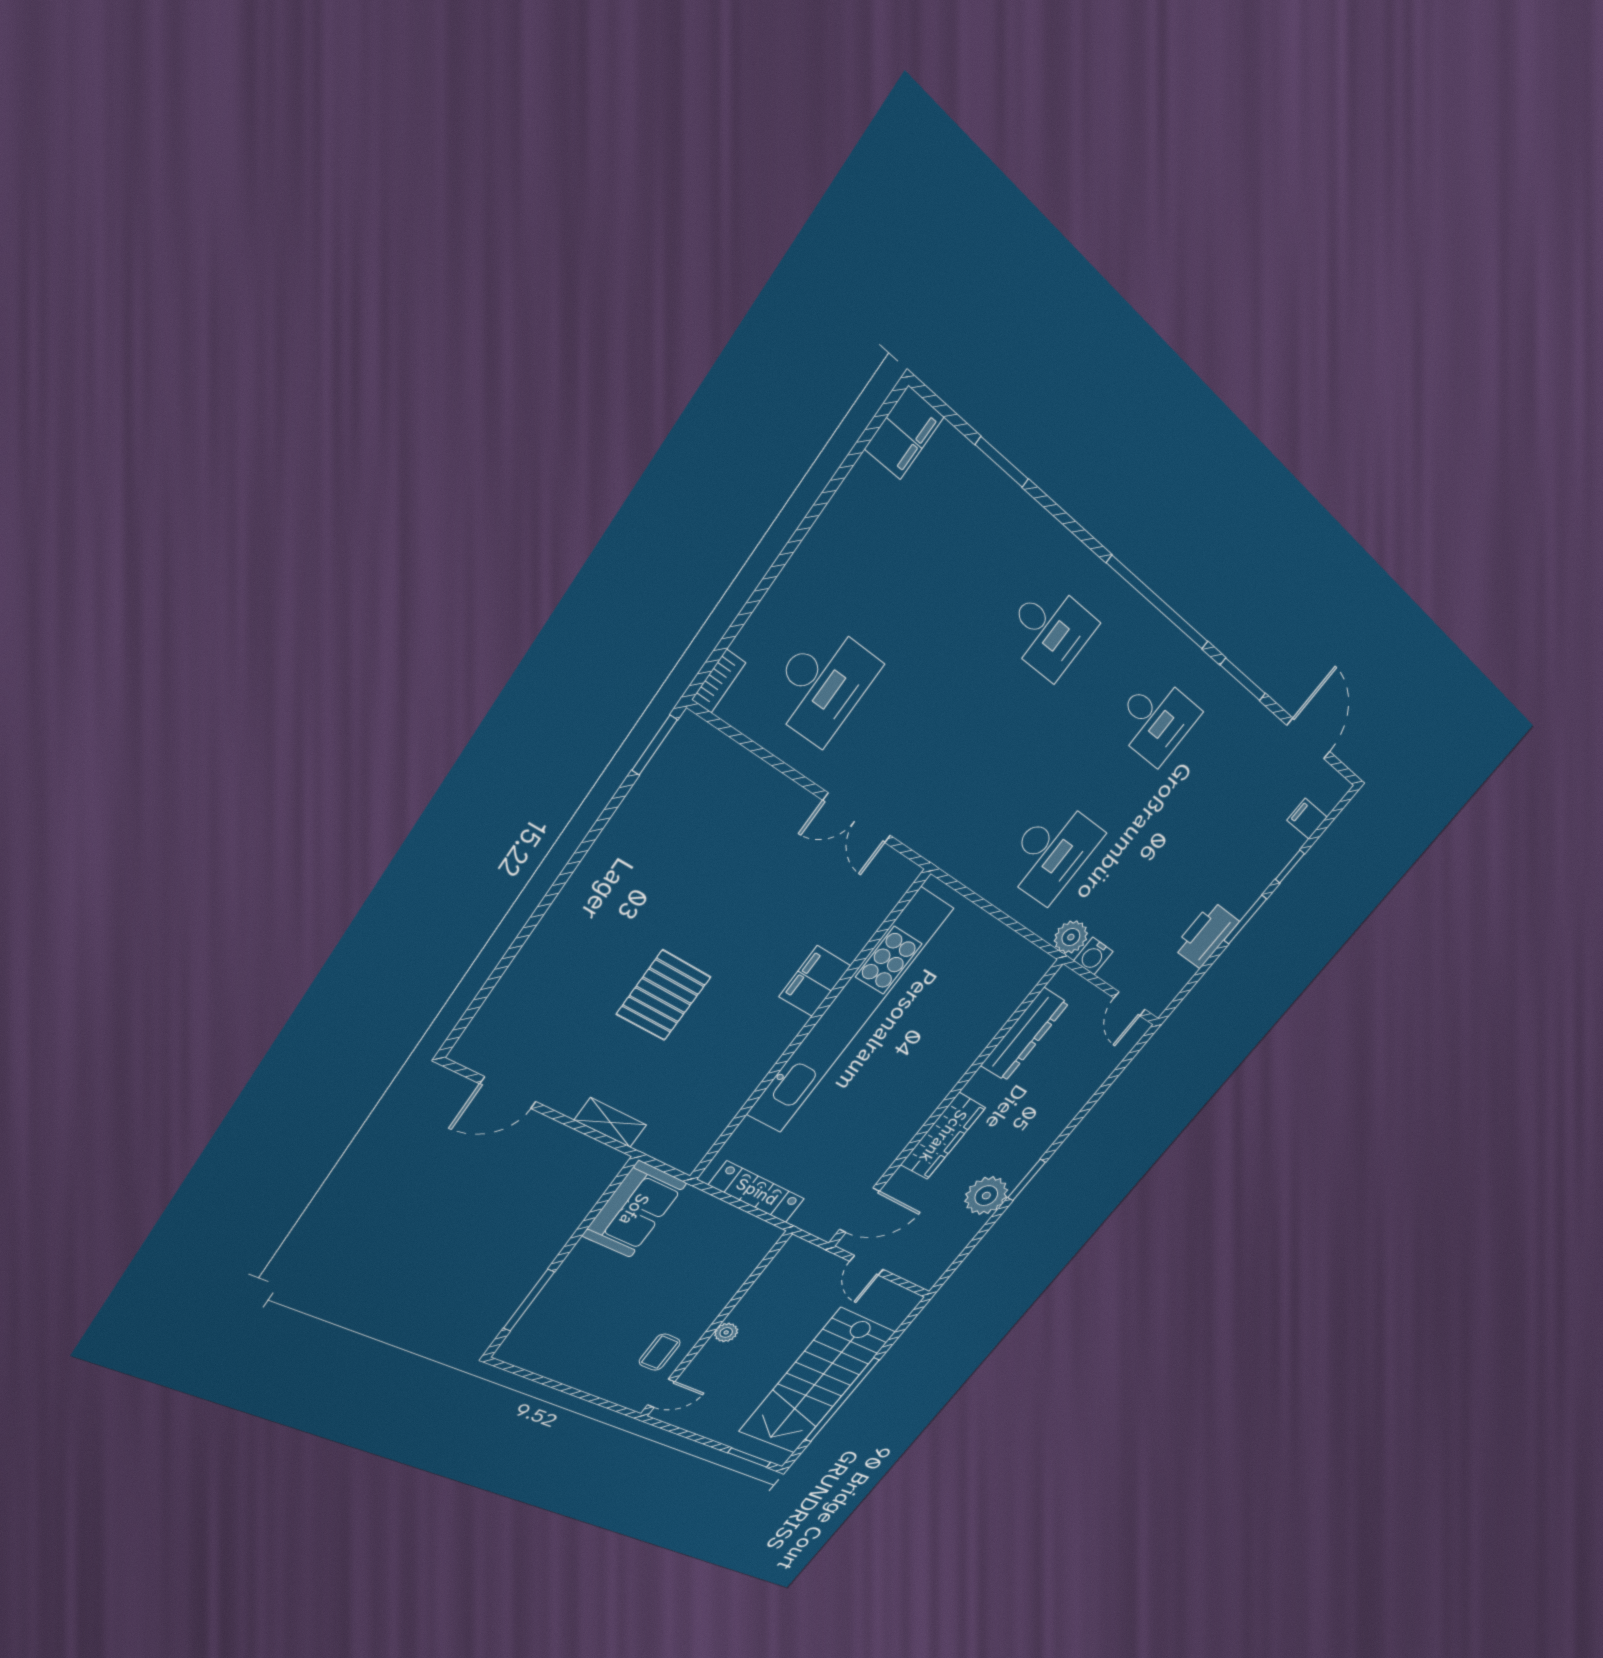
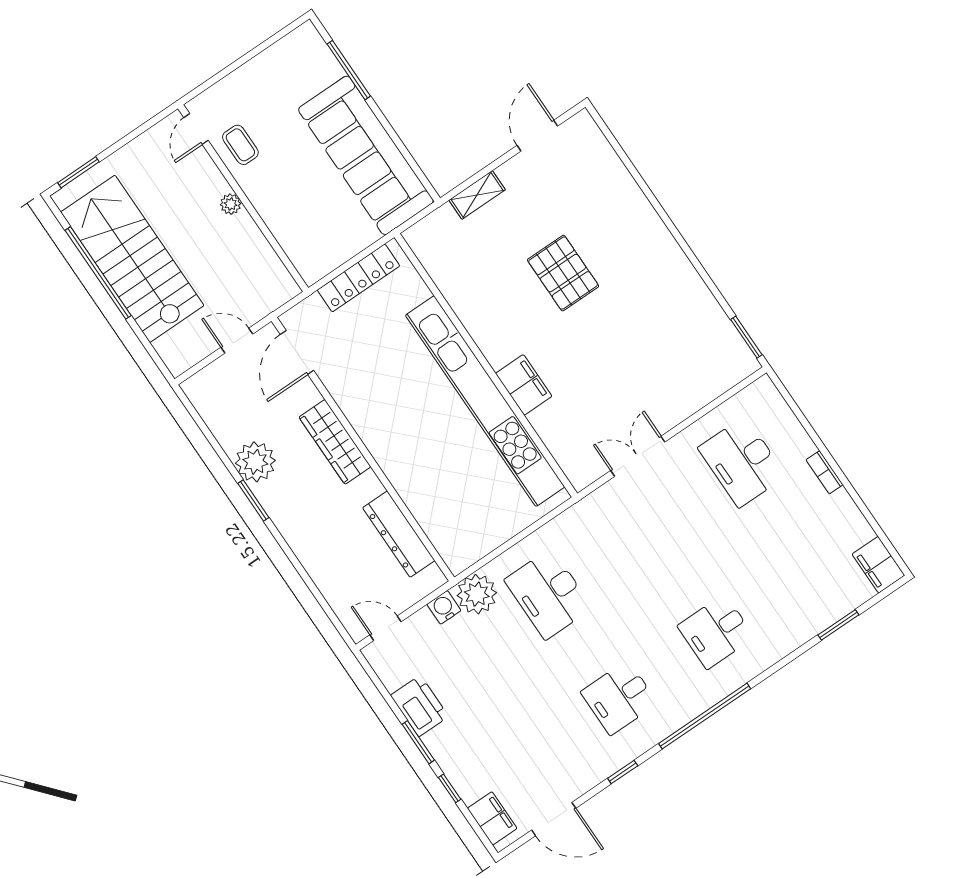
window: (1243, 679) -> (623, 772), width x0.67
bookcase: (719, 681) -> (825, 472), moved
filing cabinet: (1307, 819) -> (492, 818), width x2.00
plant: (1071, 937) -> (477, 594), width x1.36, depth x1.36
sofa: (634, 1209) -> (366, 155), width x1.85, depth x1.27

